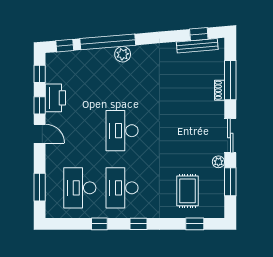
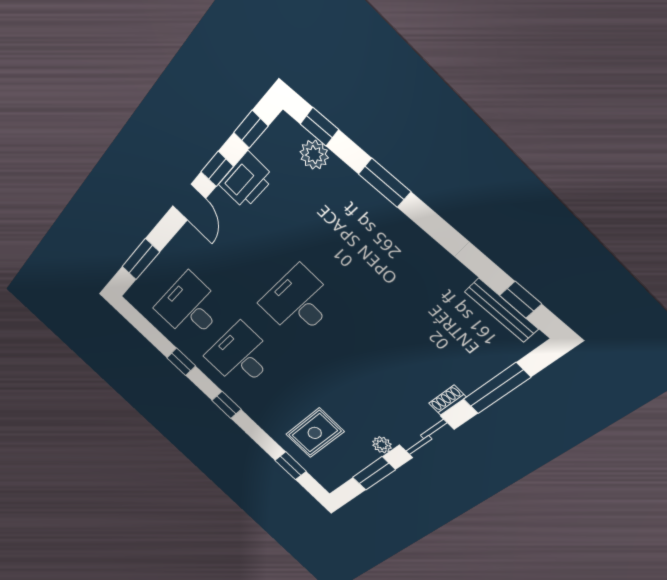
window: (108, 42) -> (385, 183), width x0.47
plant: (123, 54) -> (314, 155), moved
shoe rack: (220, 90) -> (447, 400), moved

